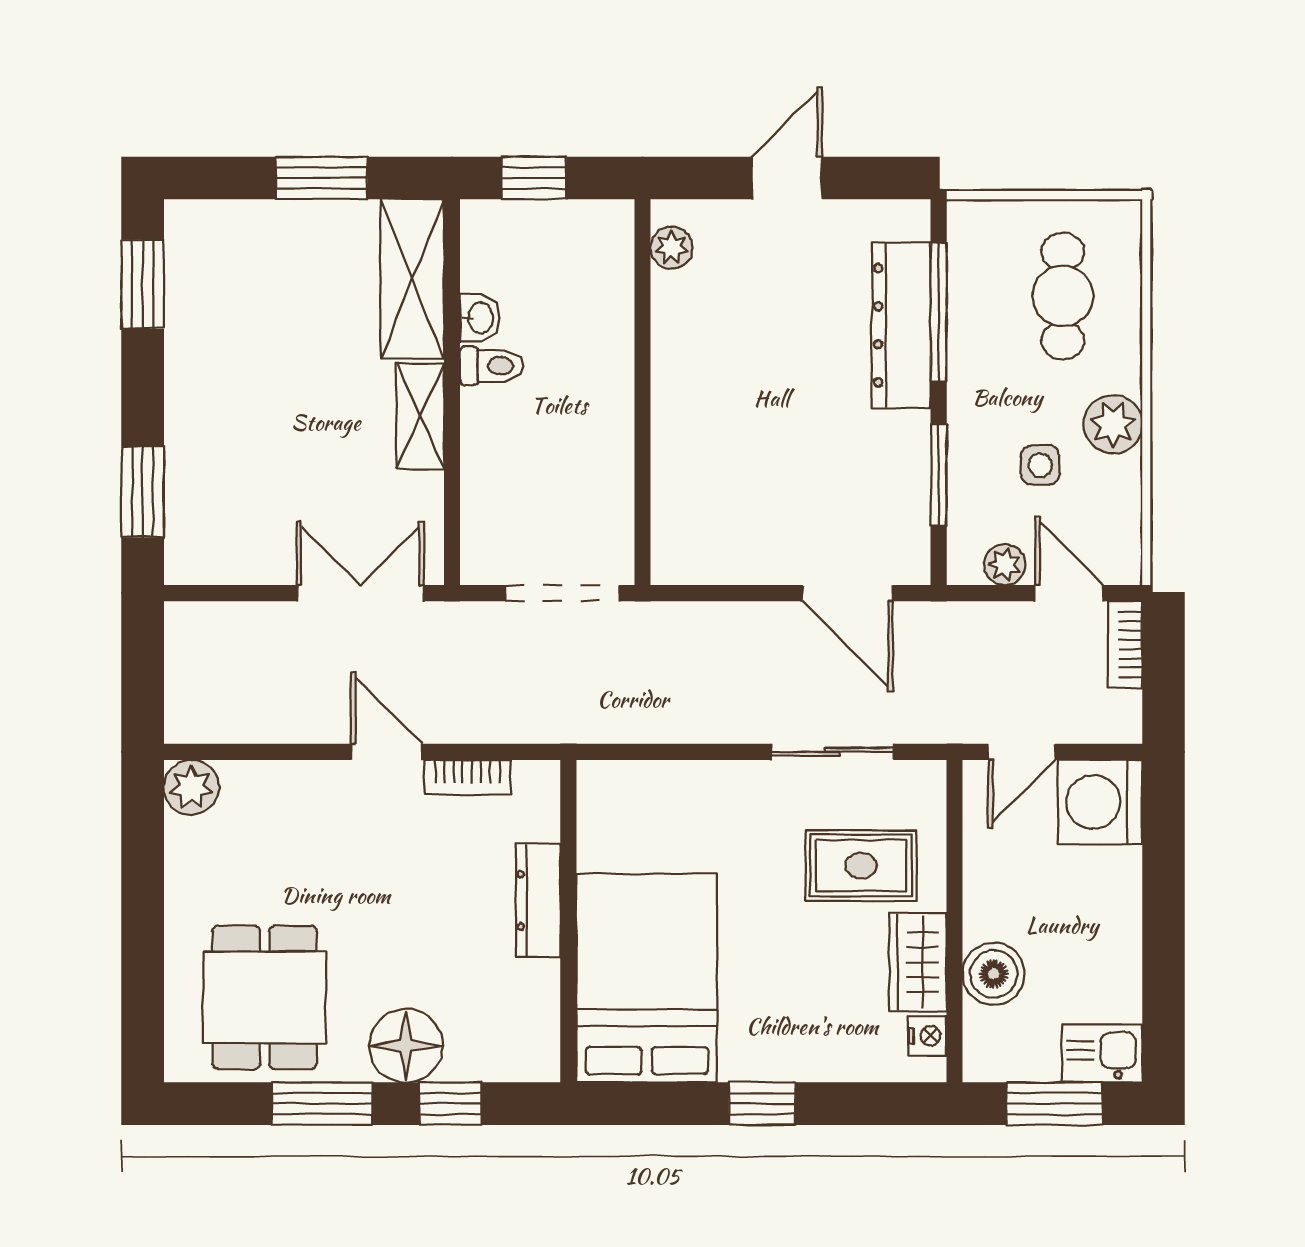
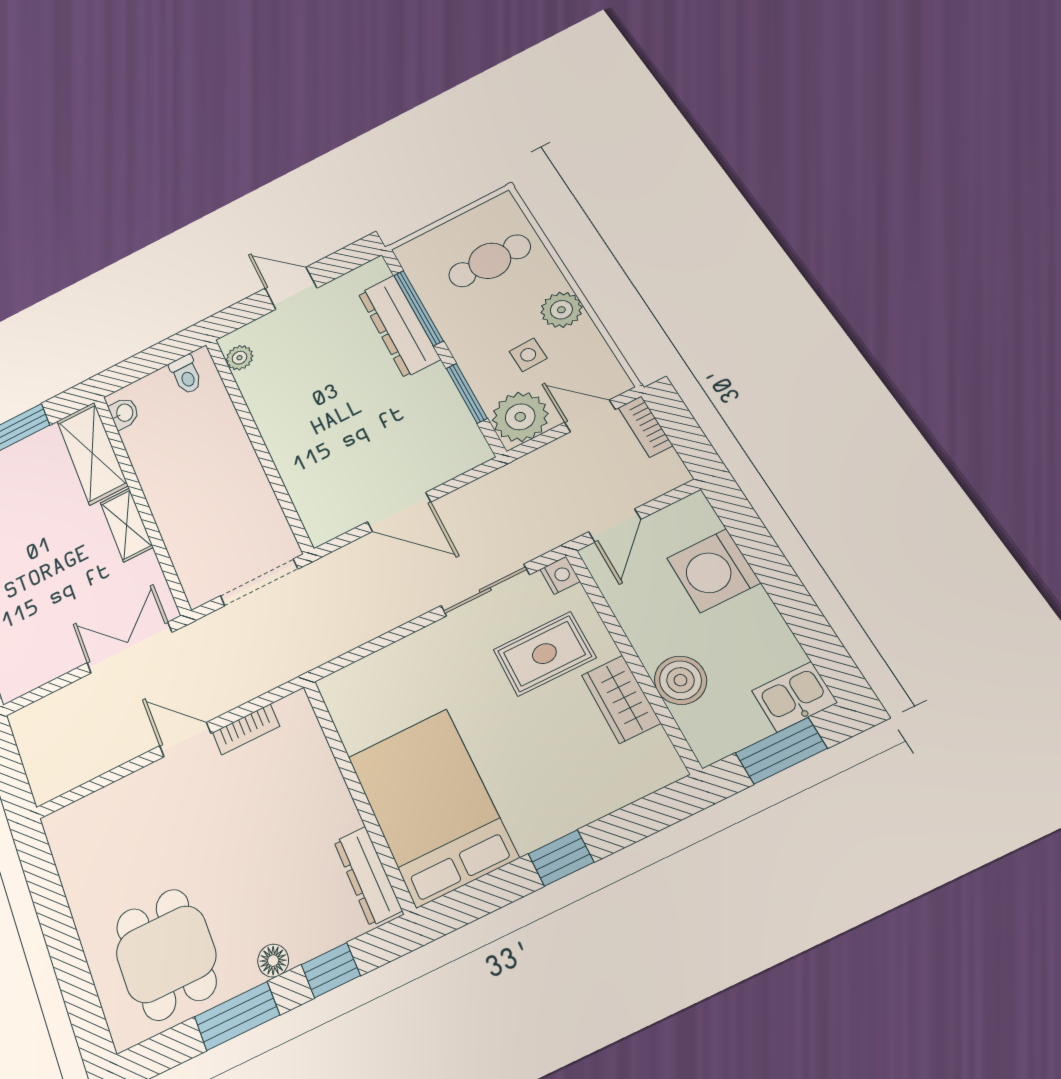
window: (534, 178) -> (142, 364), removed
door: (787, 178) -> (291, 288), hinge flipped
cafe table: (1063, 296) -> (490, 261), turned 90
washbasin: (480, 318) -> (124, 413), moved
toilet: (492, 366) -> (186, 375), moved, turned 90
plant: (1005, 565) -> (520, 417), width x1.88, depth x1.88
door: (848, 593) -> (399, 512), moved
plant: (191, 787) -> (64, 828), removed
washing machine: (1100, 802) -> (713, 570), moved
dresser: (538, 900) -> (368, 876), moved
nightstand: (928, 1036) -> (560, 575), moved
floor lamp: (406, 1046) -> (273, 961), width x0.53, depth x0.53

